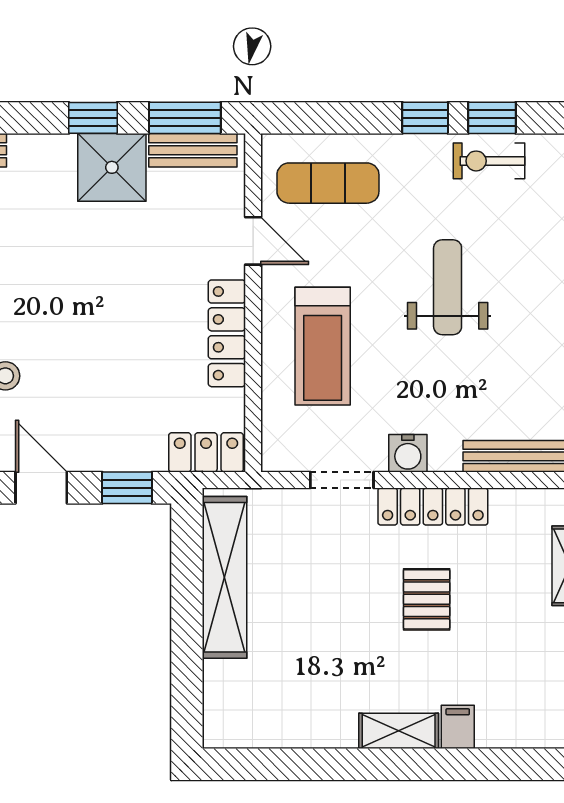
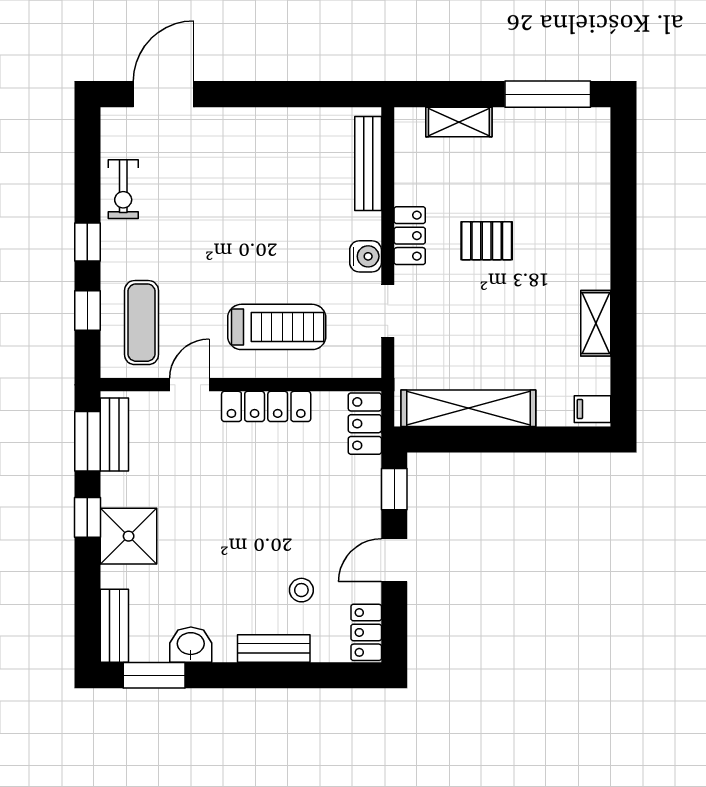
window: (492, 118) -> (87, 310), moved
shower: (112, 167) -> (129, 536), moved
weight bench: (448, 287) -> (228, 223), removed
locker: (433, 507) -> (410, 236), width x0.66
filing cabinet: (458, 727) -> (592, 409), moved
shelving: (399, 731) -> (596, 323), moved

